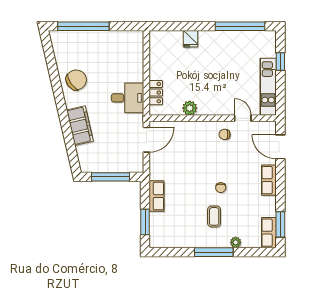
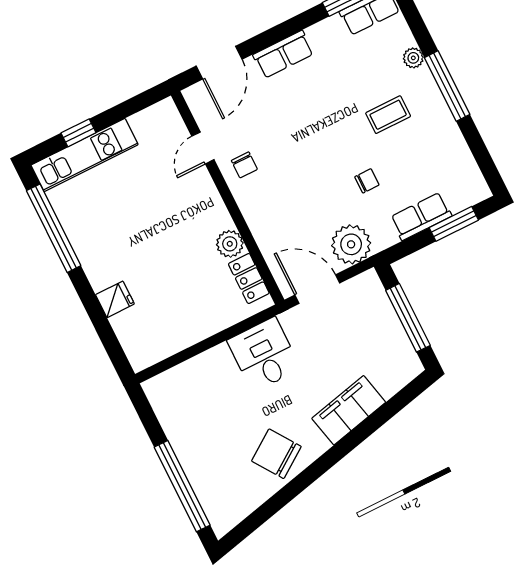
kitchen unit: (268, 87) -> (85, 155), moved
locker: (156, 93) -> (249, 278), moved, turned -90
plant: (160, 167) -> (351, 244), added
chair: (221, 188) -> (367, 181), moved
row of seats: (157, 196) -> (421, 216), moved

